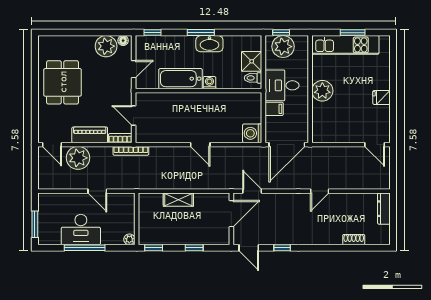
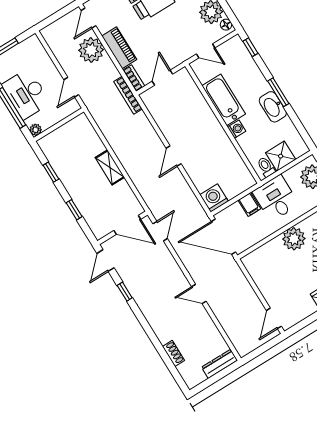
wall: (137, 219) -> (59, 125), moved
plant: (129, 239) -> (36, 130), moved

